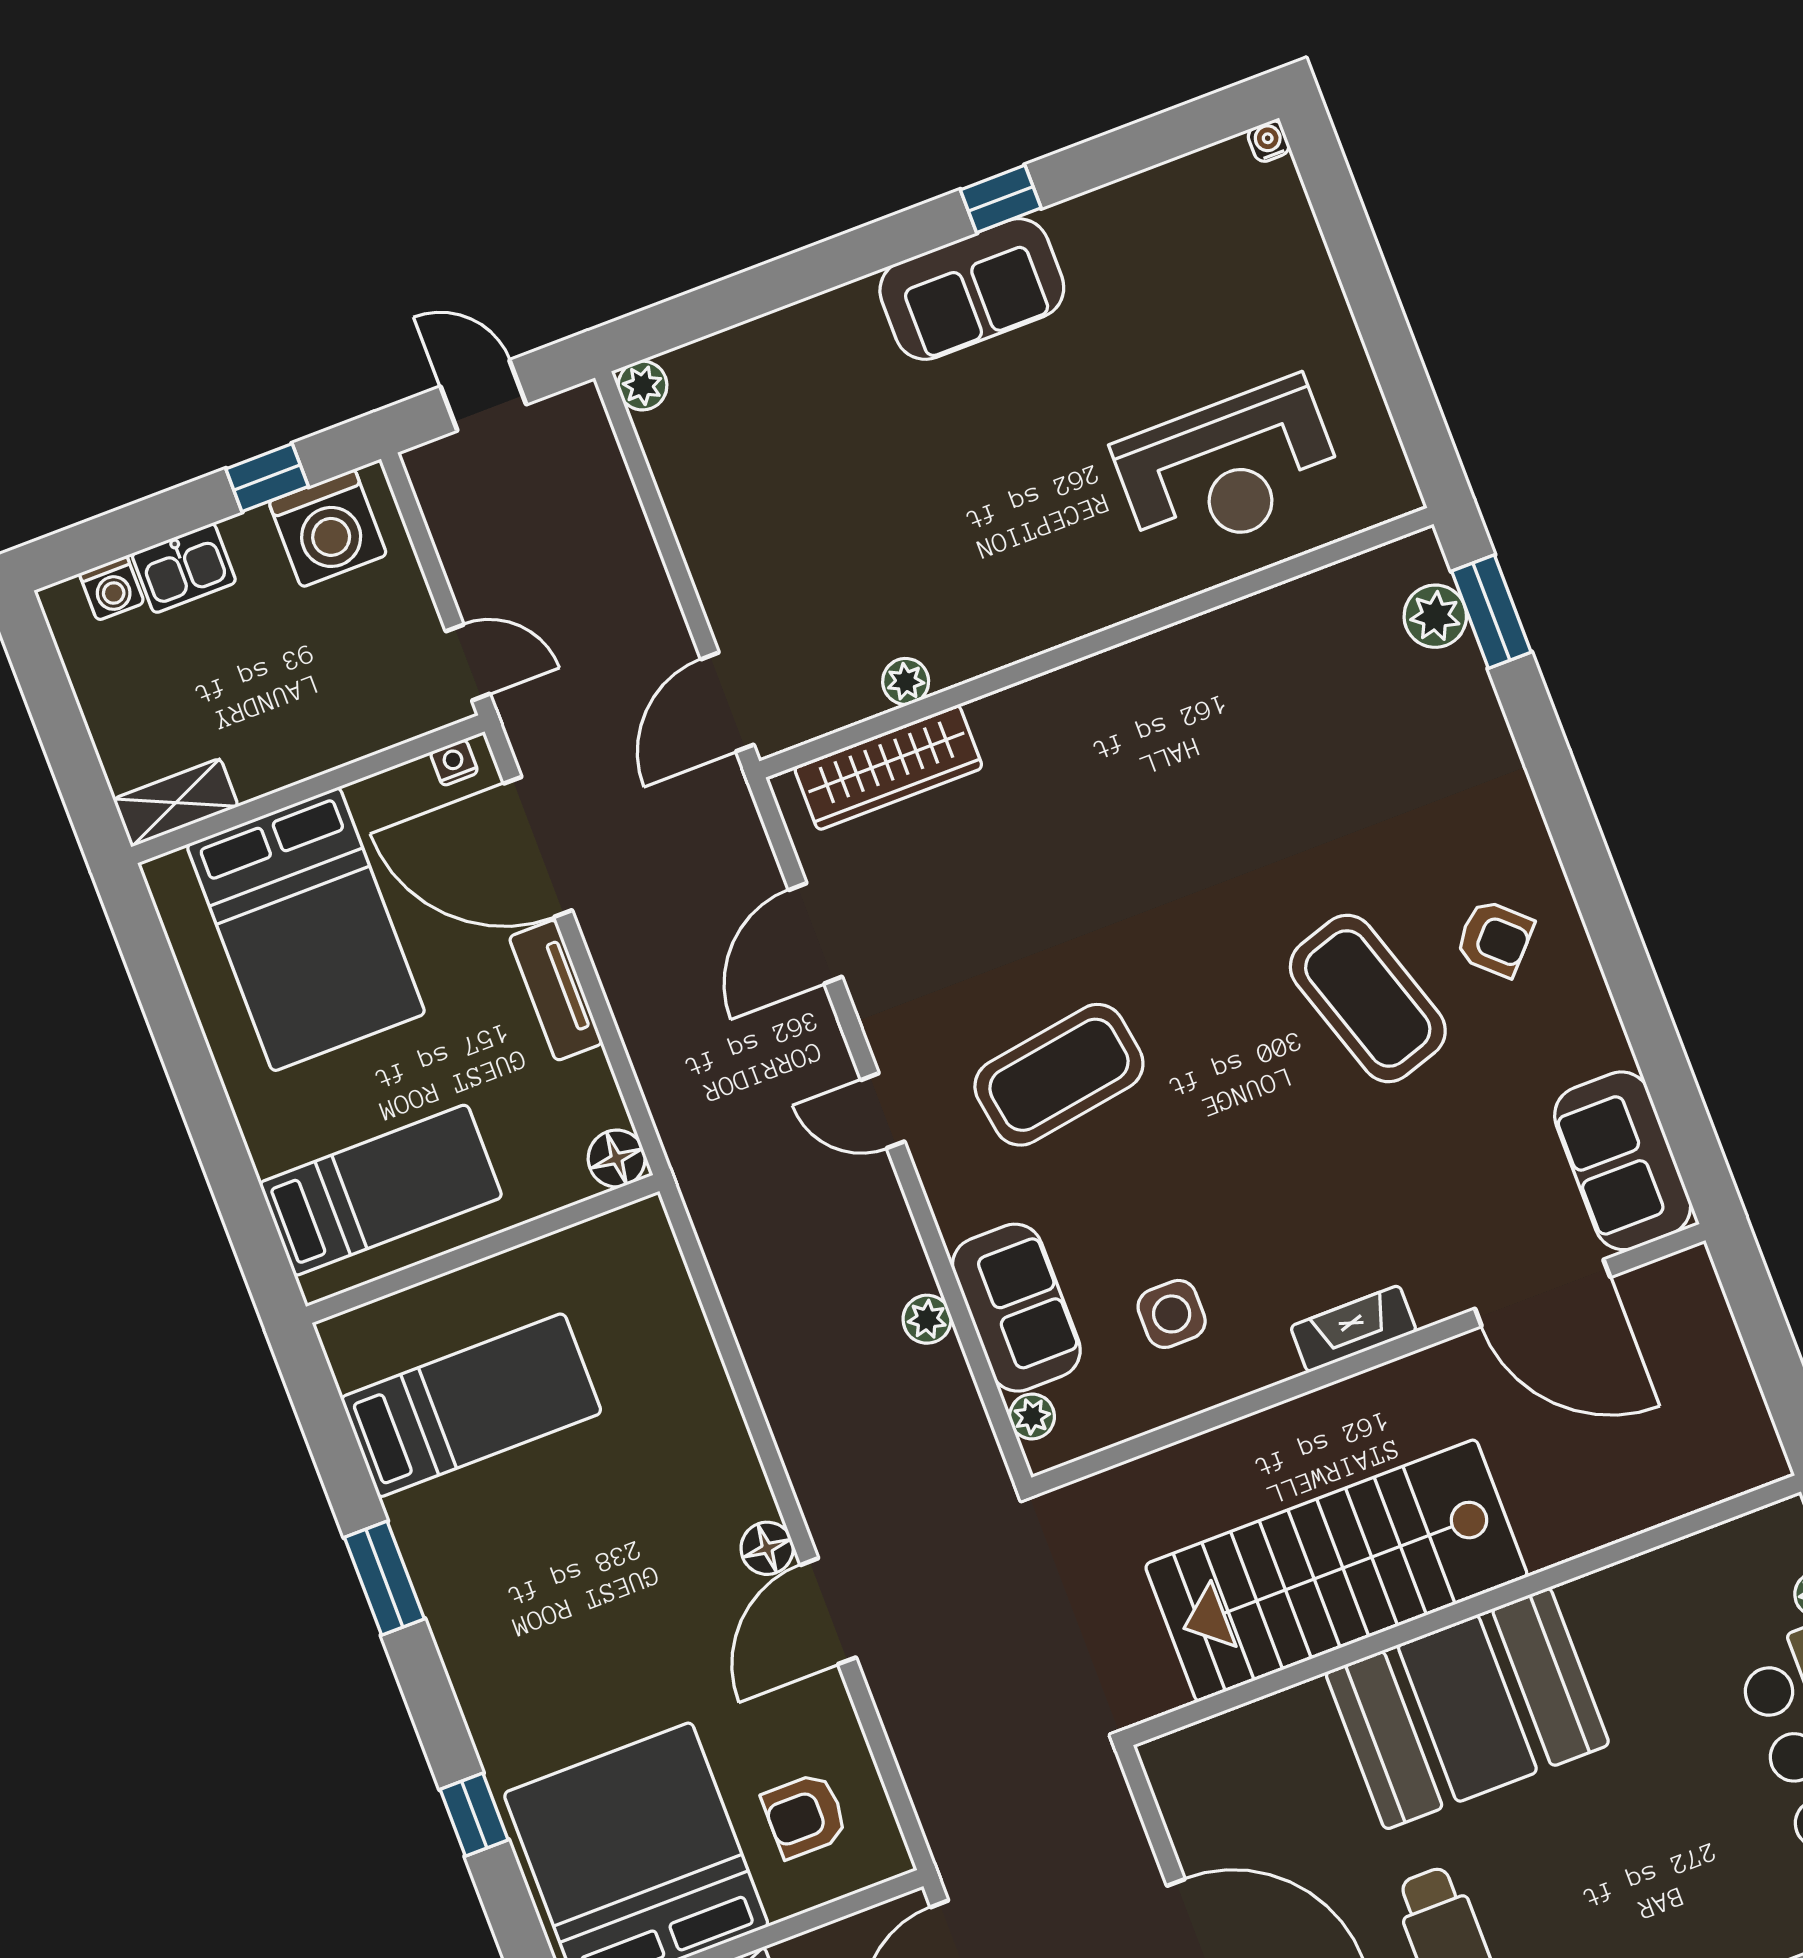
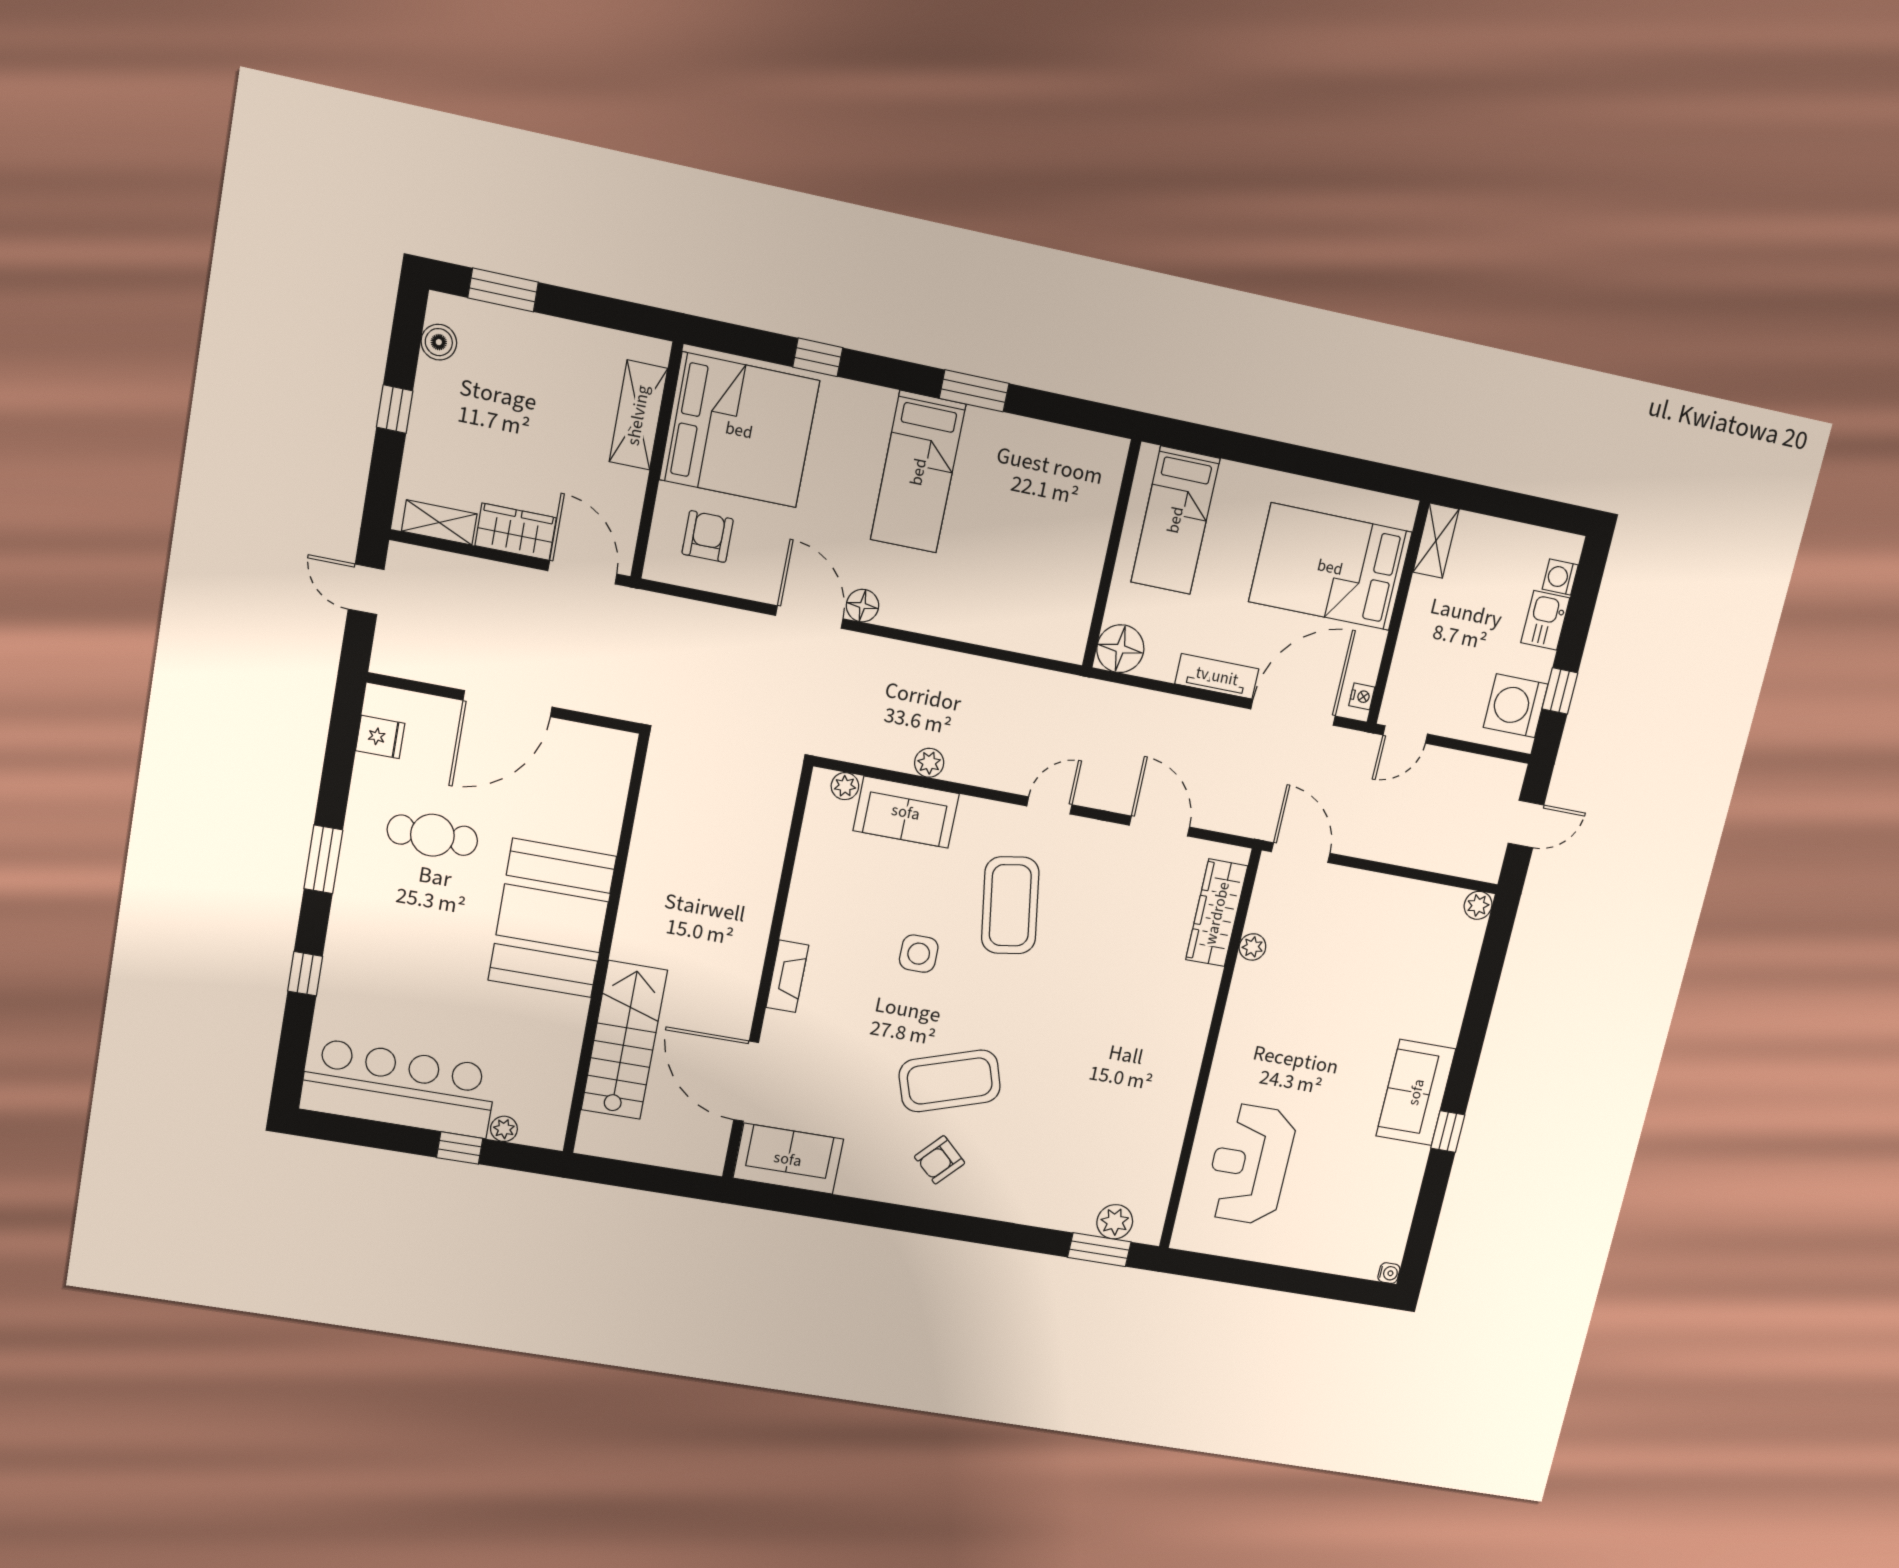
floor lamp: (617, 1159) -> (1120, 649), width x1.38, depth x1.38
door: (1543, 1293) -> (746, 1081), hinge flipped
side table: (1172, 1314) -> (919, 954), moved
bed: (471, 1405) -> (918, 472), moved
stairs: (1336, 1570) -> (624, 1040), moved, width x0.73, depth x0.66

